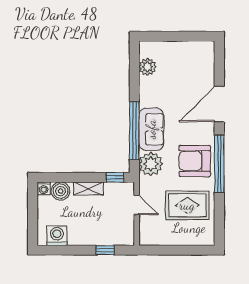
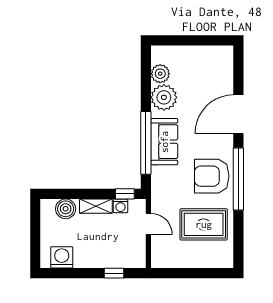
plant: (151, 164) -> (164, 97), moved
washing machine: (44, 188) -> (121, 206), moved

